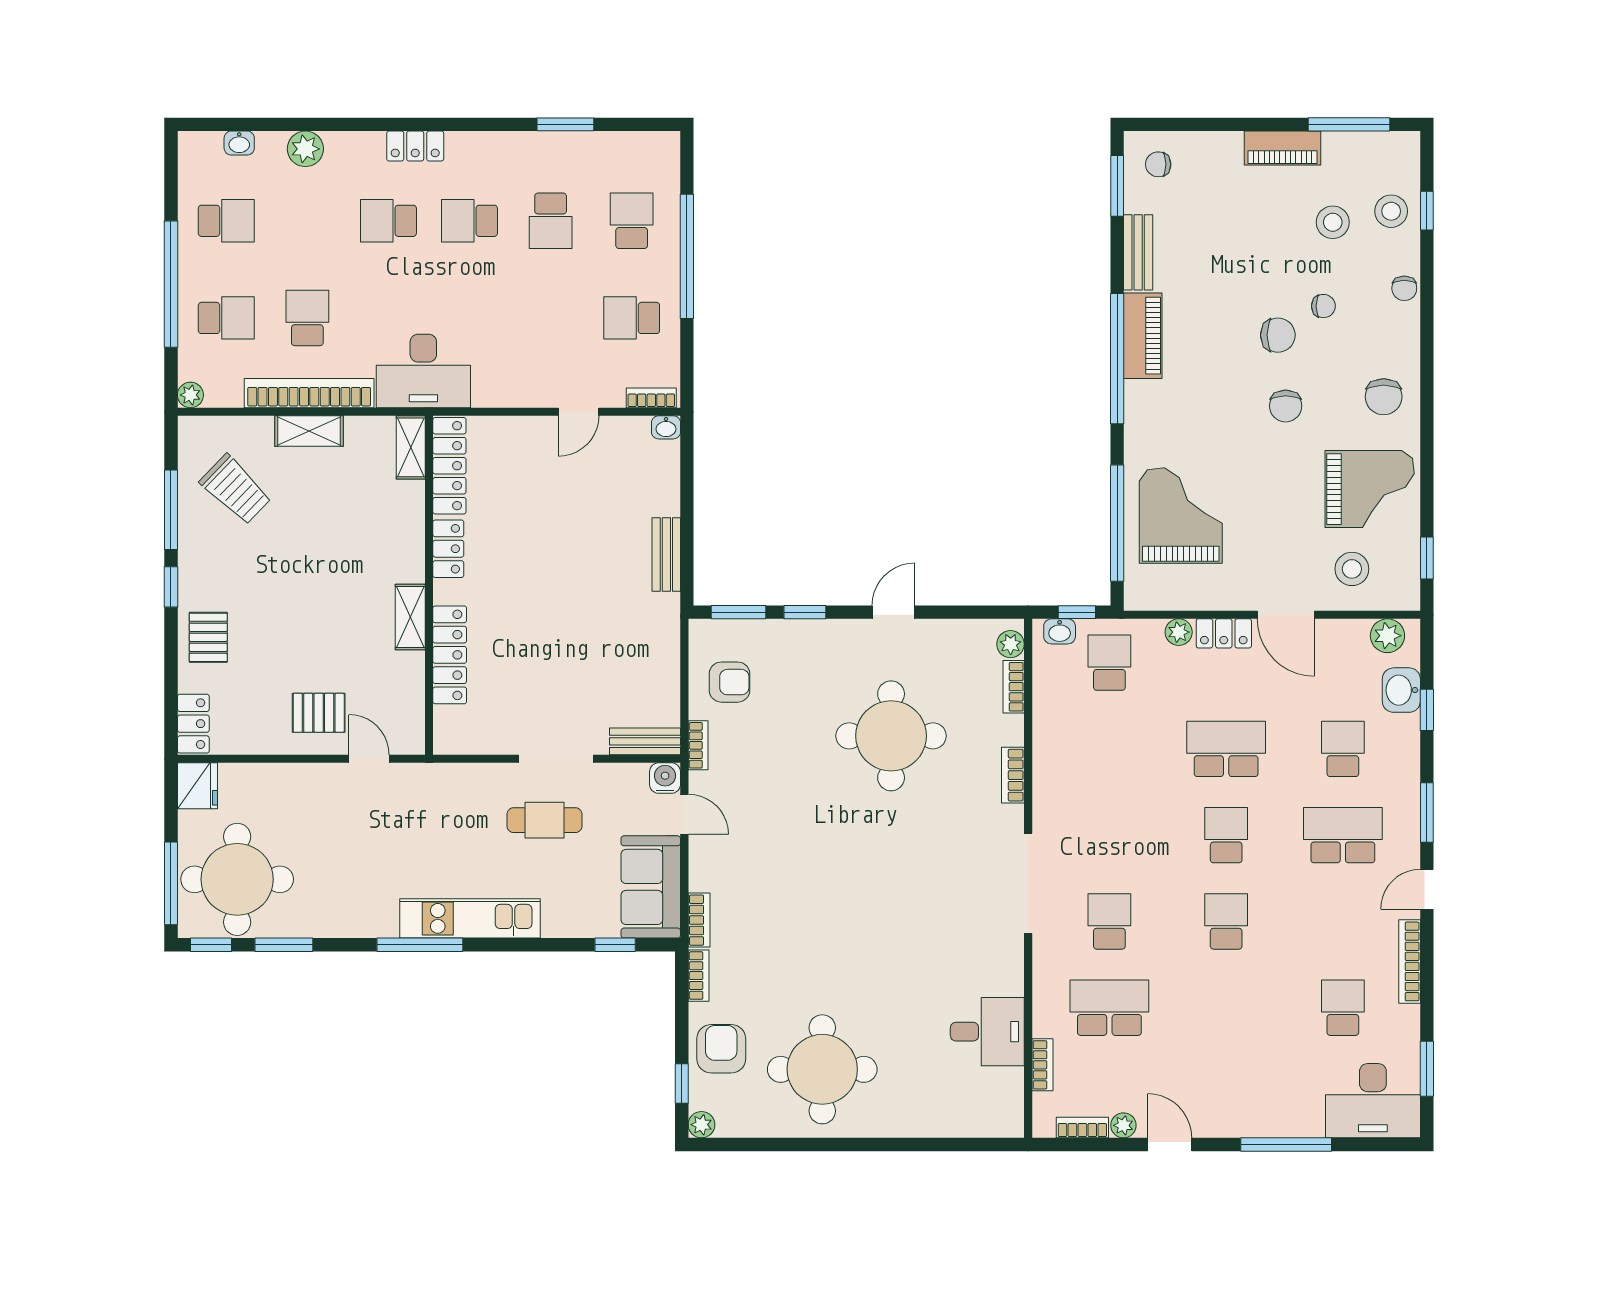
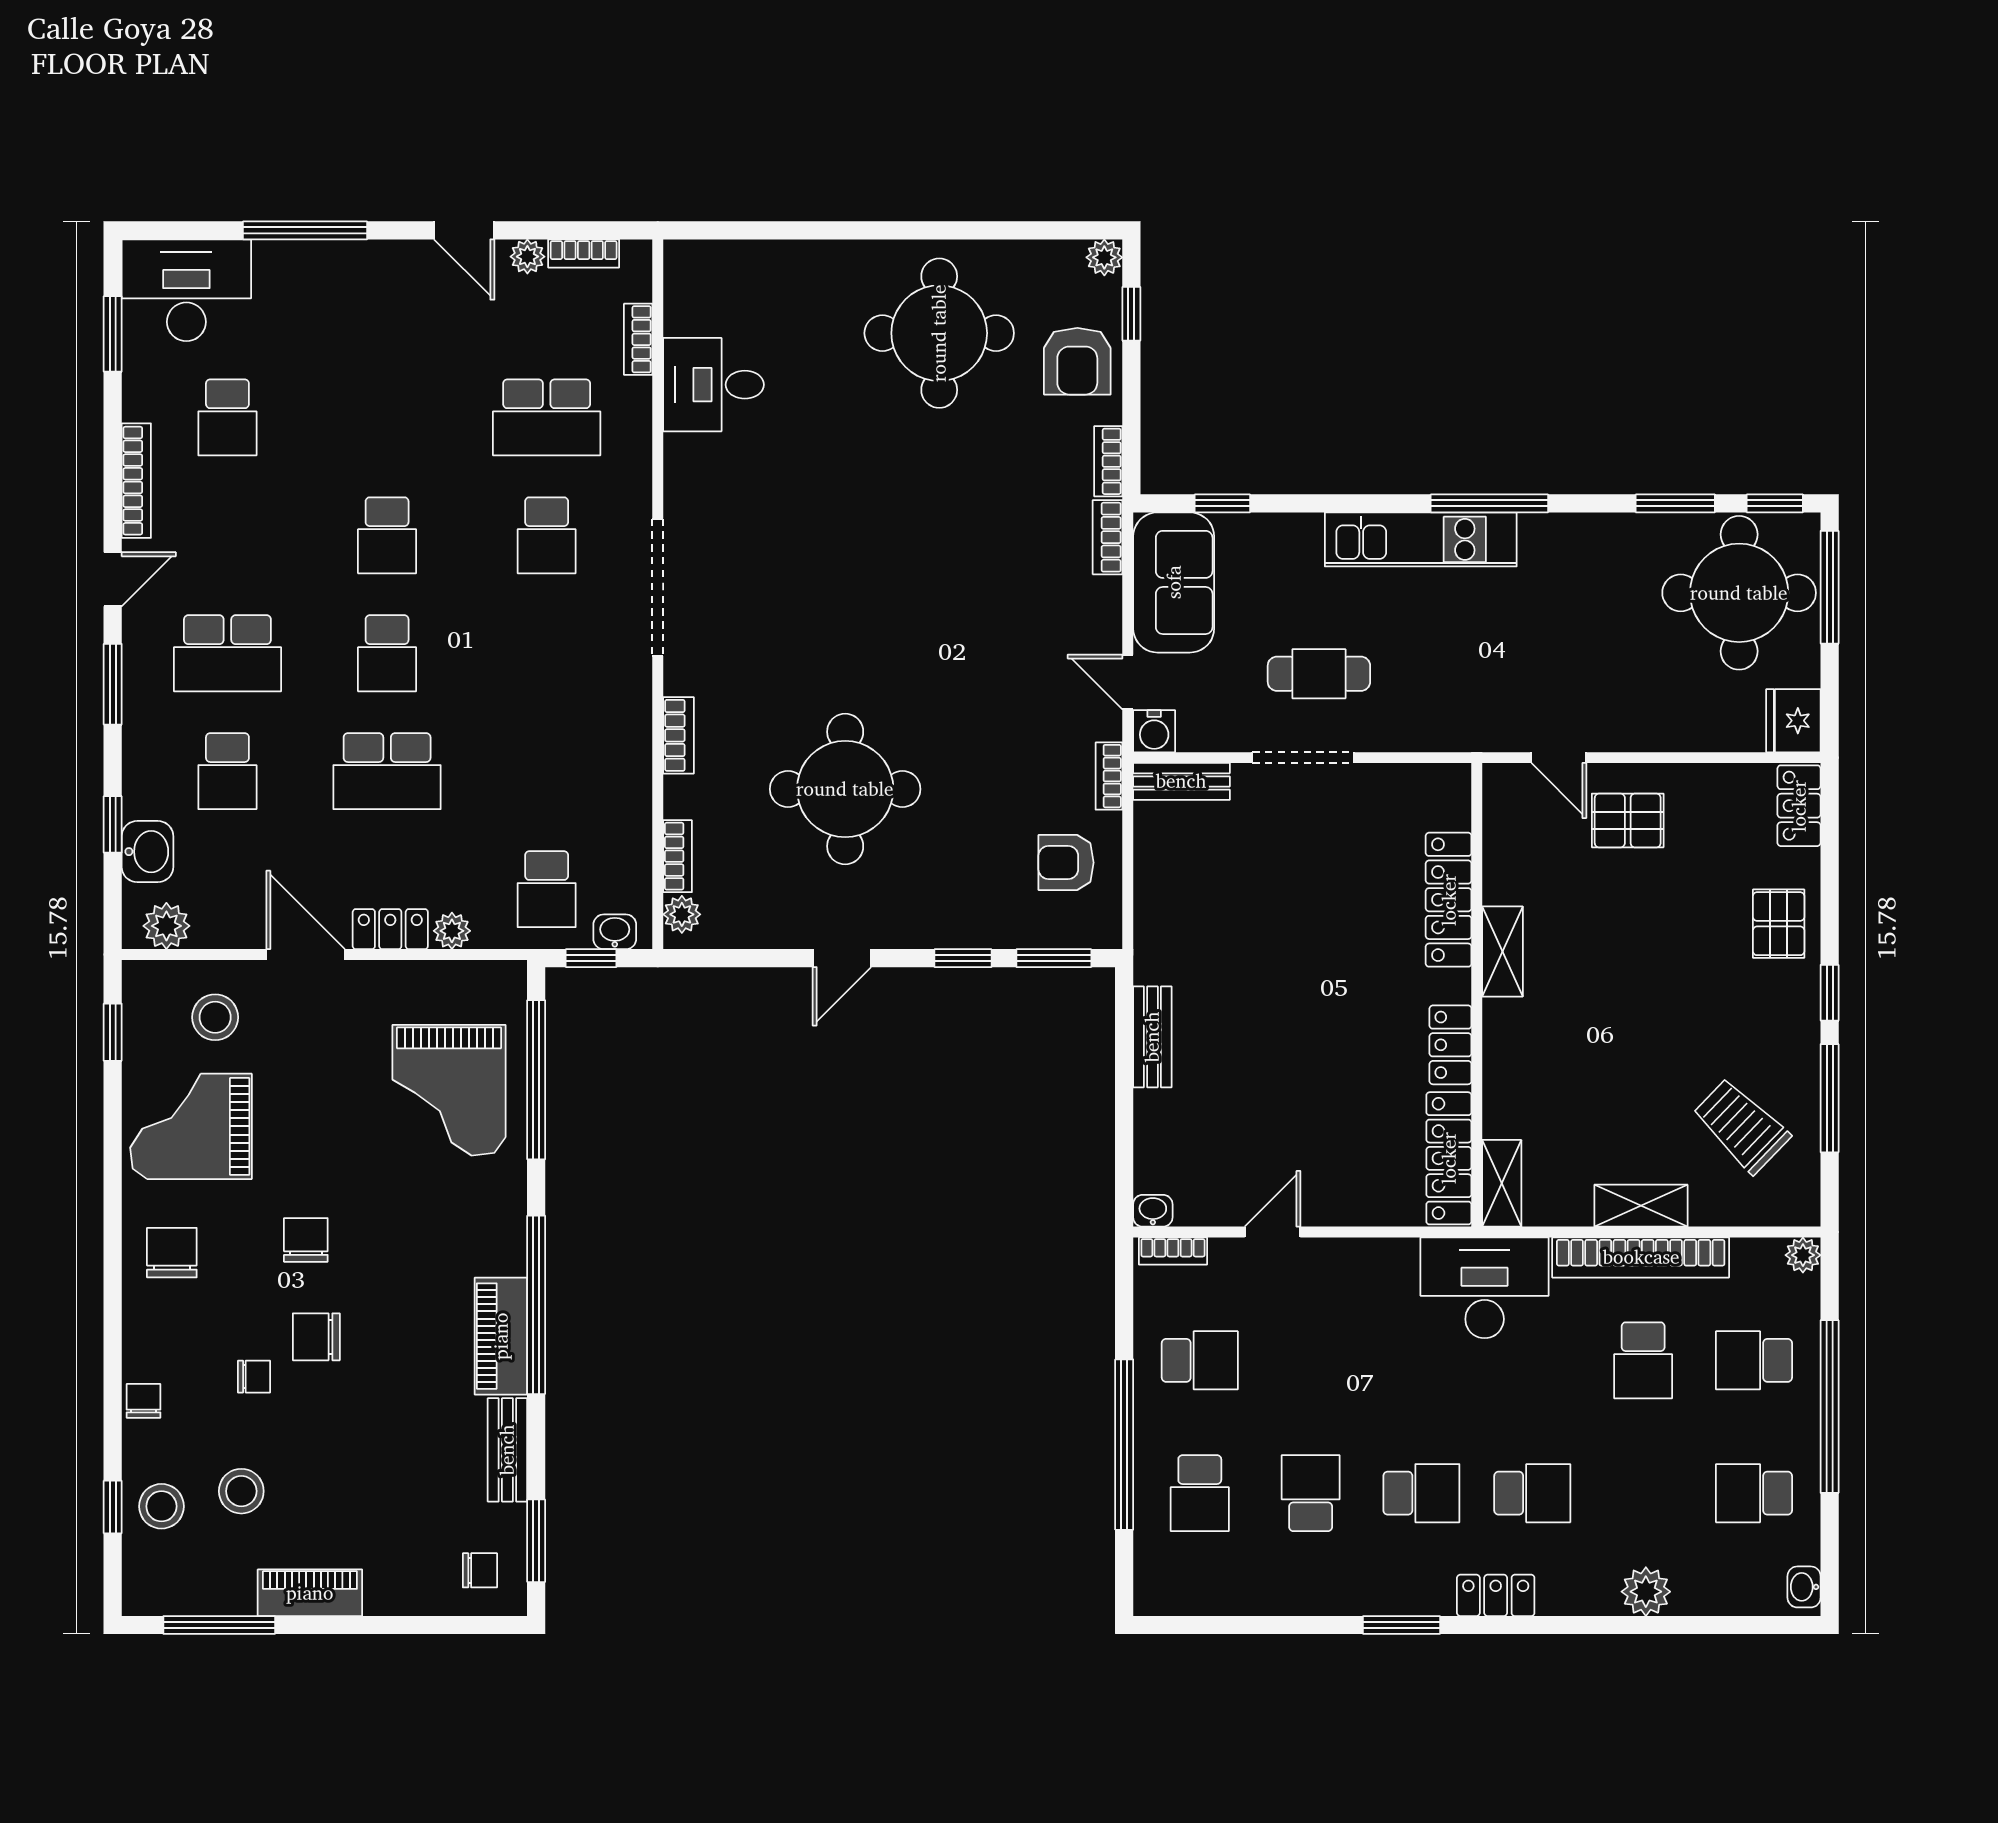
window: (565, 124) -> (1401, 1625), moved
washbasin: (239, 143) -> (1804, 1587), moved, turned -90
chair: (1323, 306) -> (254, 1377), turned 180

